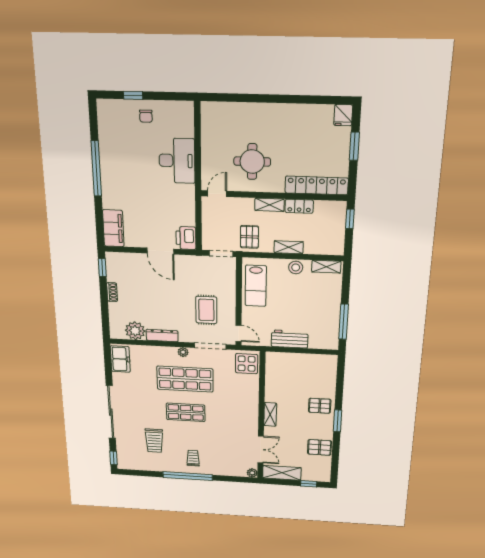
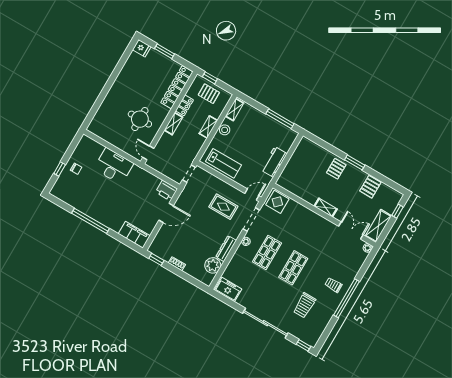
pallet: (249, 237) -> (209, 94), moved
shop shelf: (185, 379) -> (267, 252), width x0.70, depth x0.74
trolley: (154, 441) -> (305, 305), turned 90

